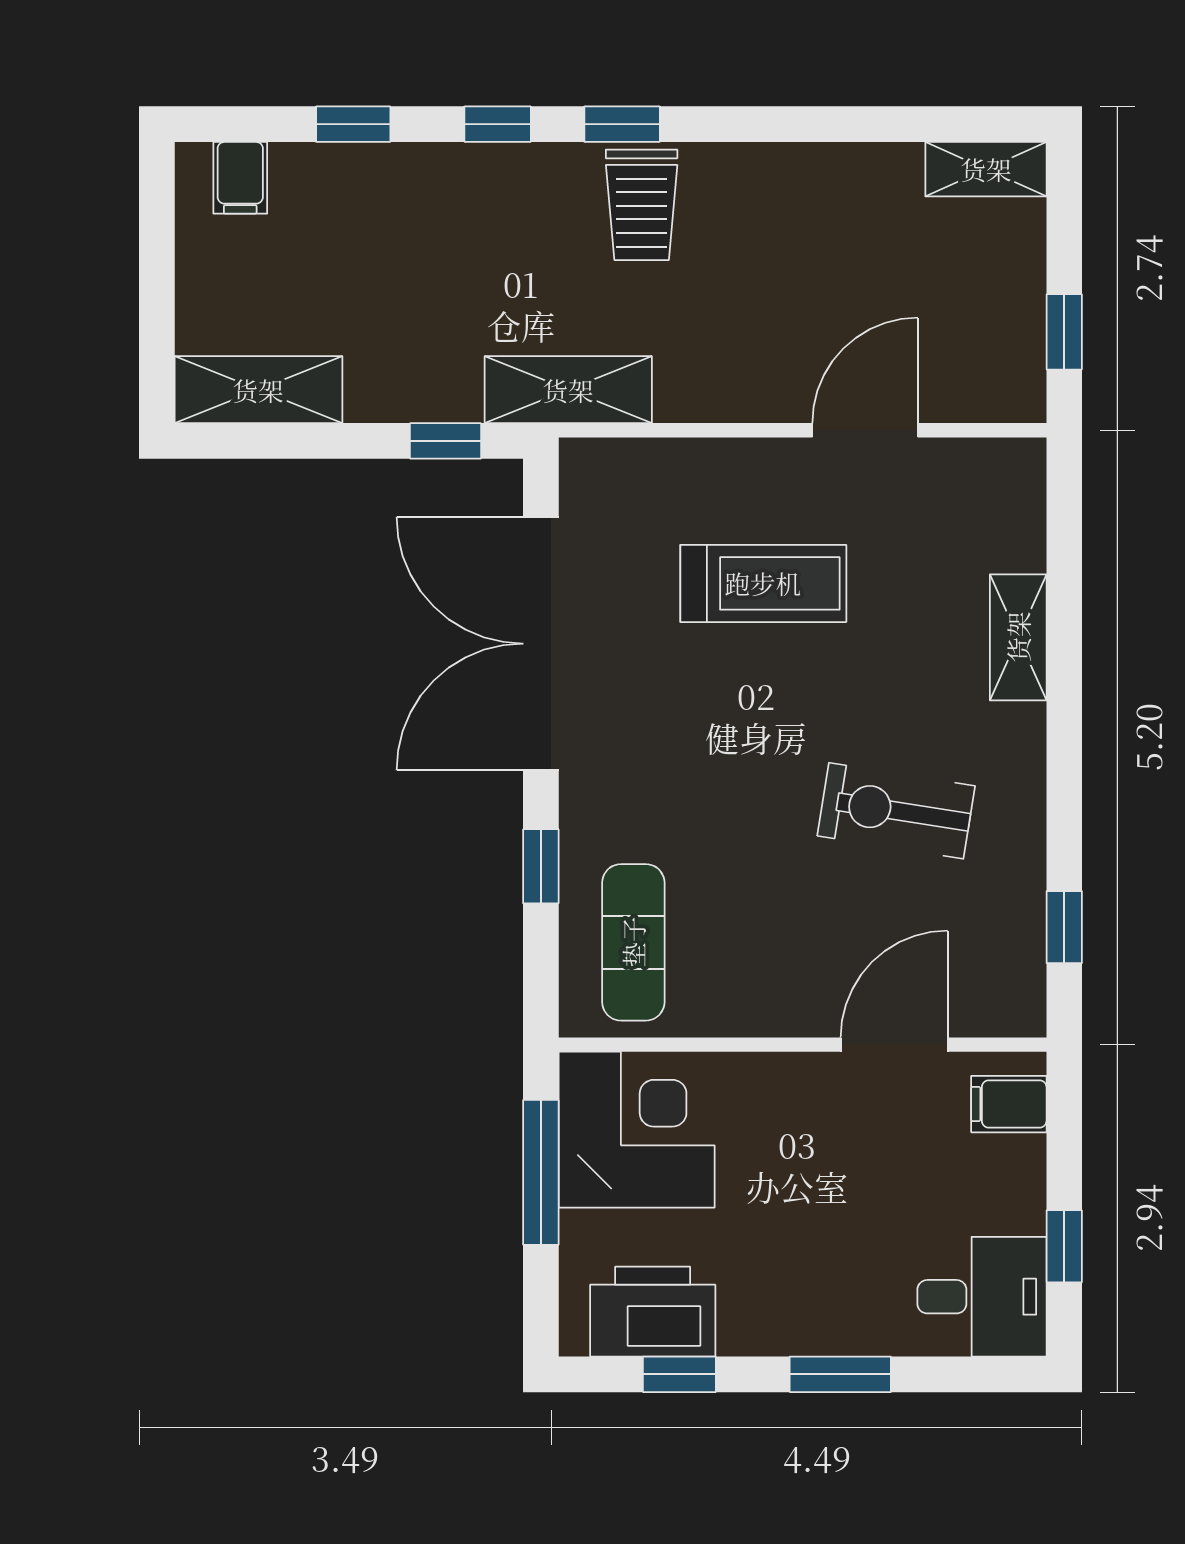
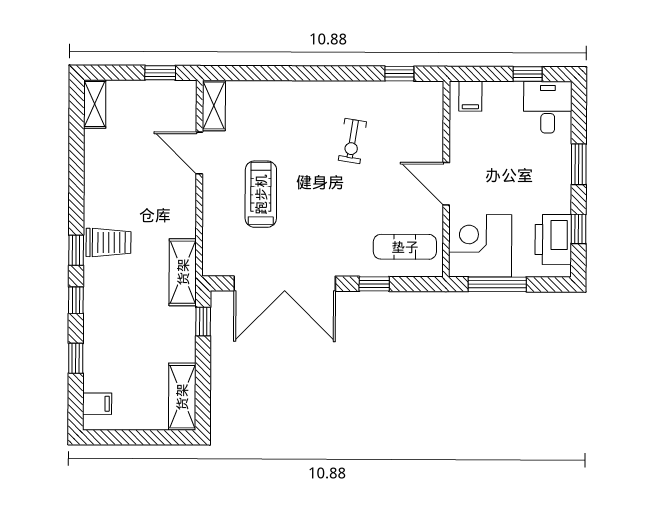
shelving: (1018, 637) -> (214, 105), moved, turned 90
exercise bike: (896, 811) -> (352, 141), width x0.73, depth x0.72
door: (894, 1045) -> (446, 184), moved

